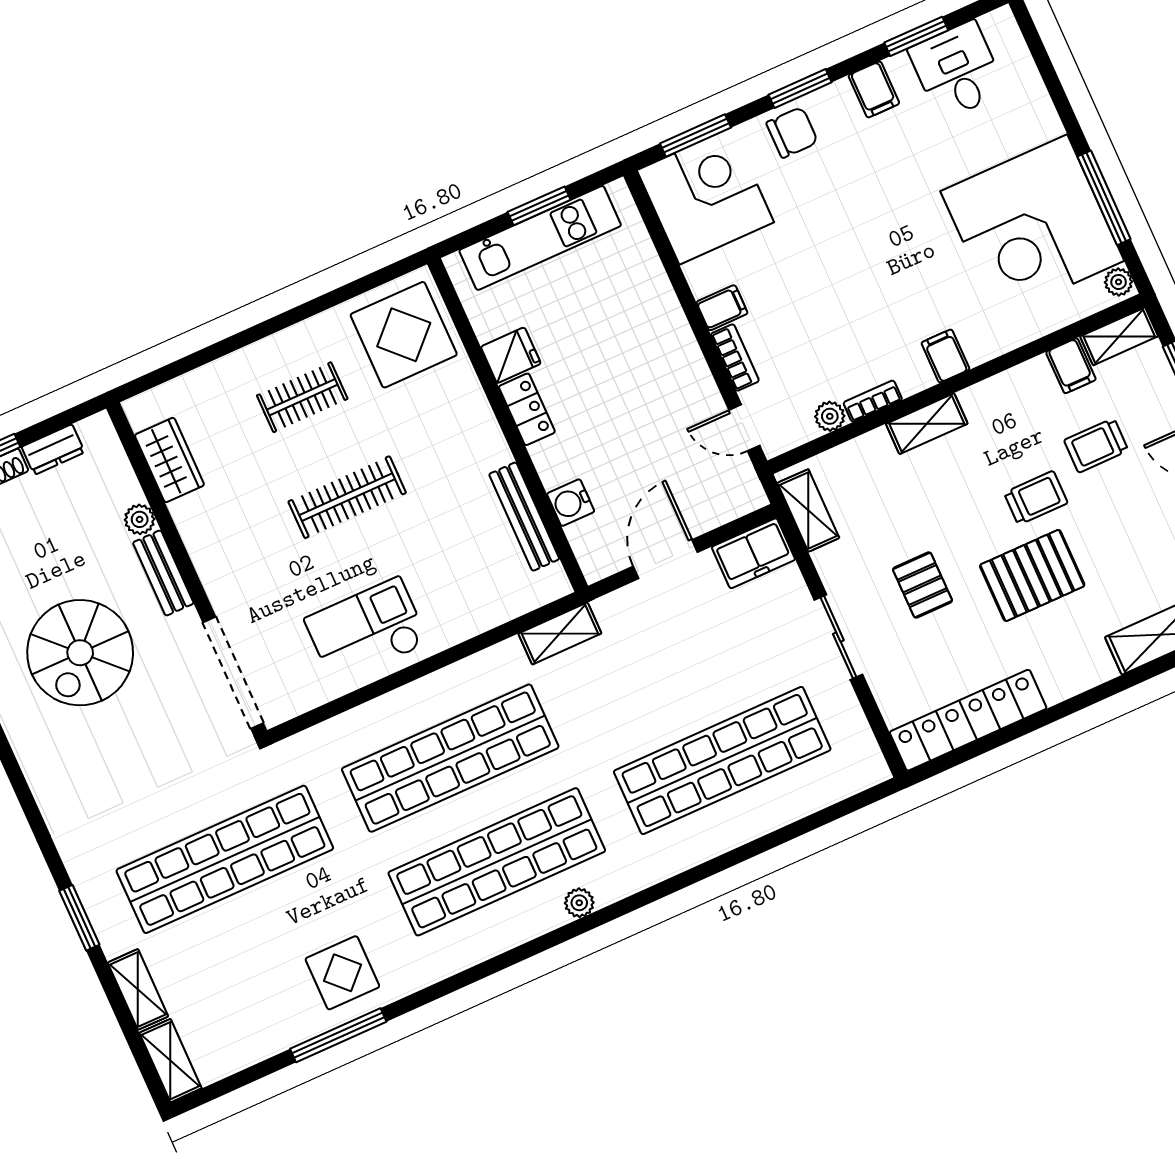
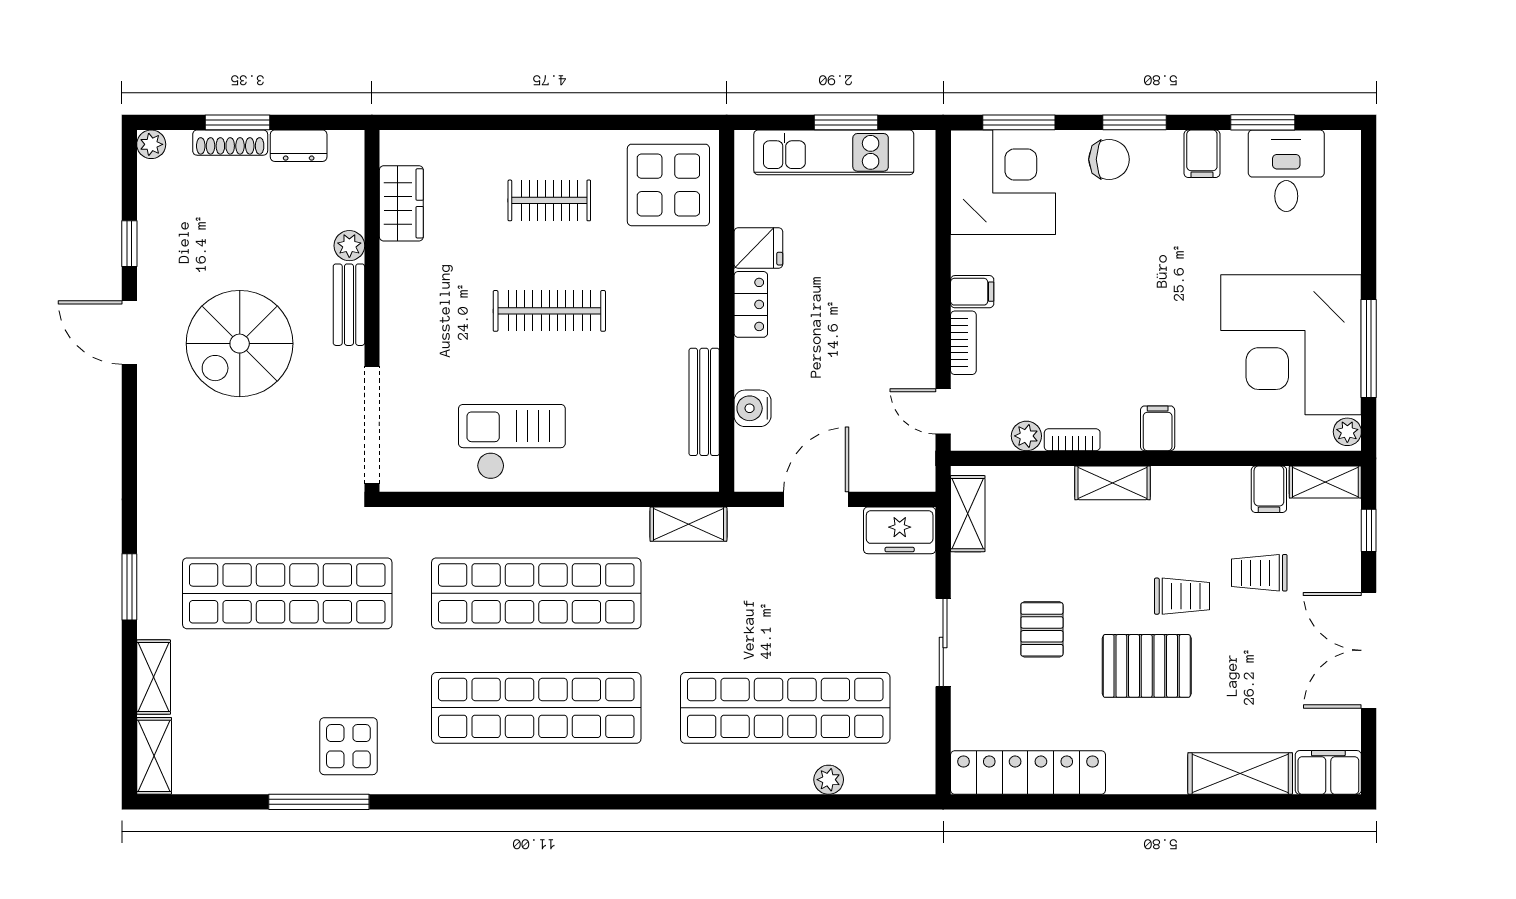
plant: (579, 903) -> (829, 780), moved

